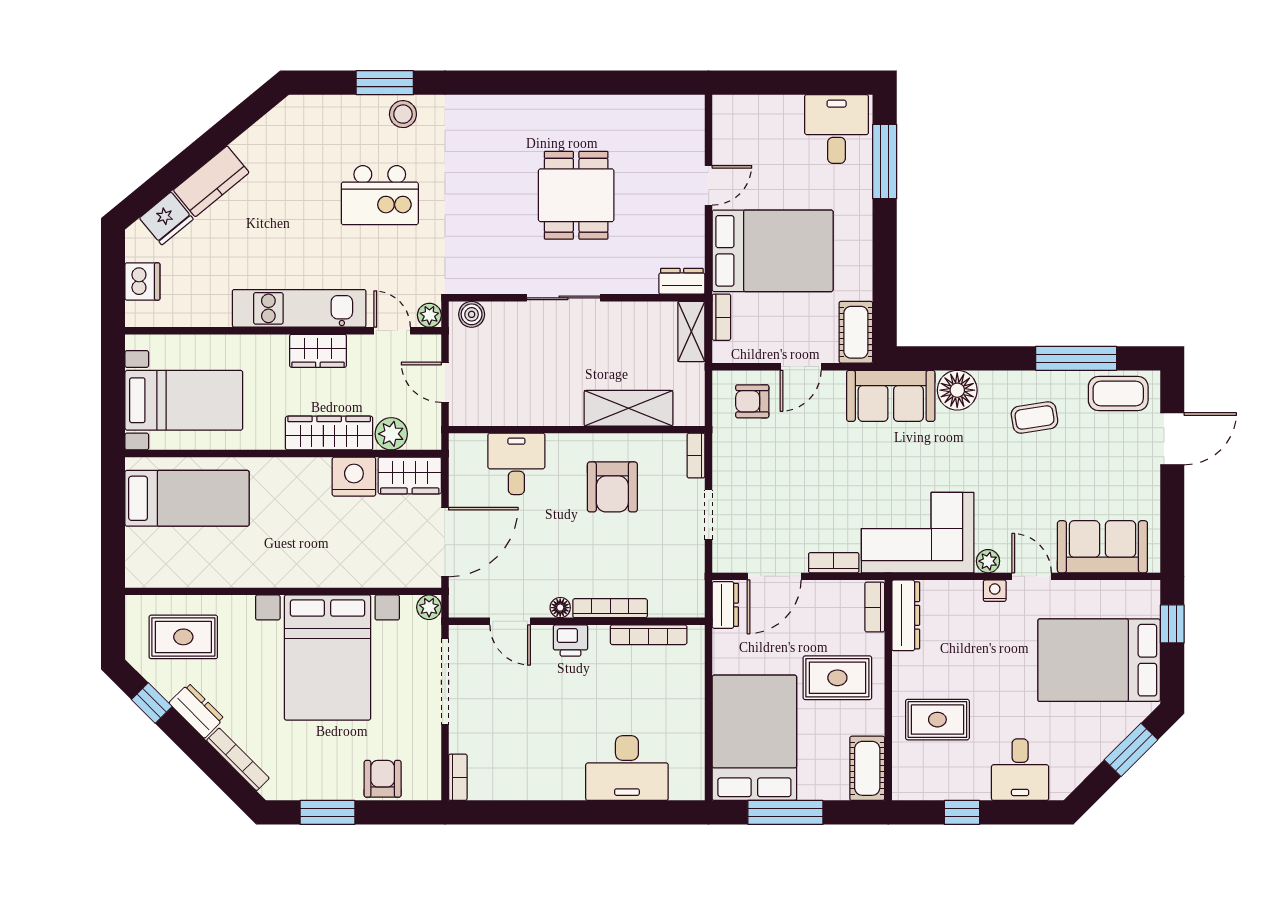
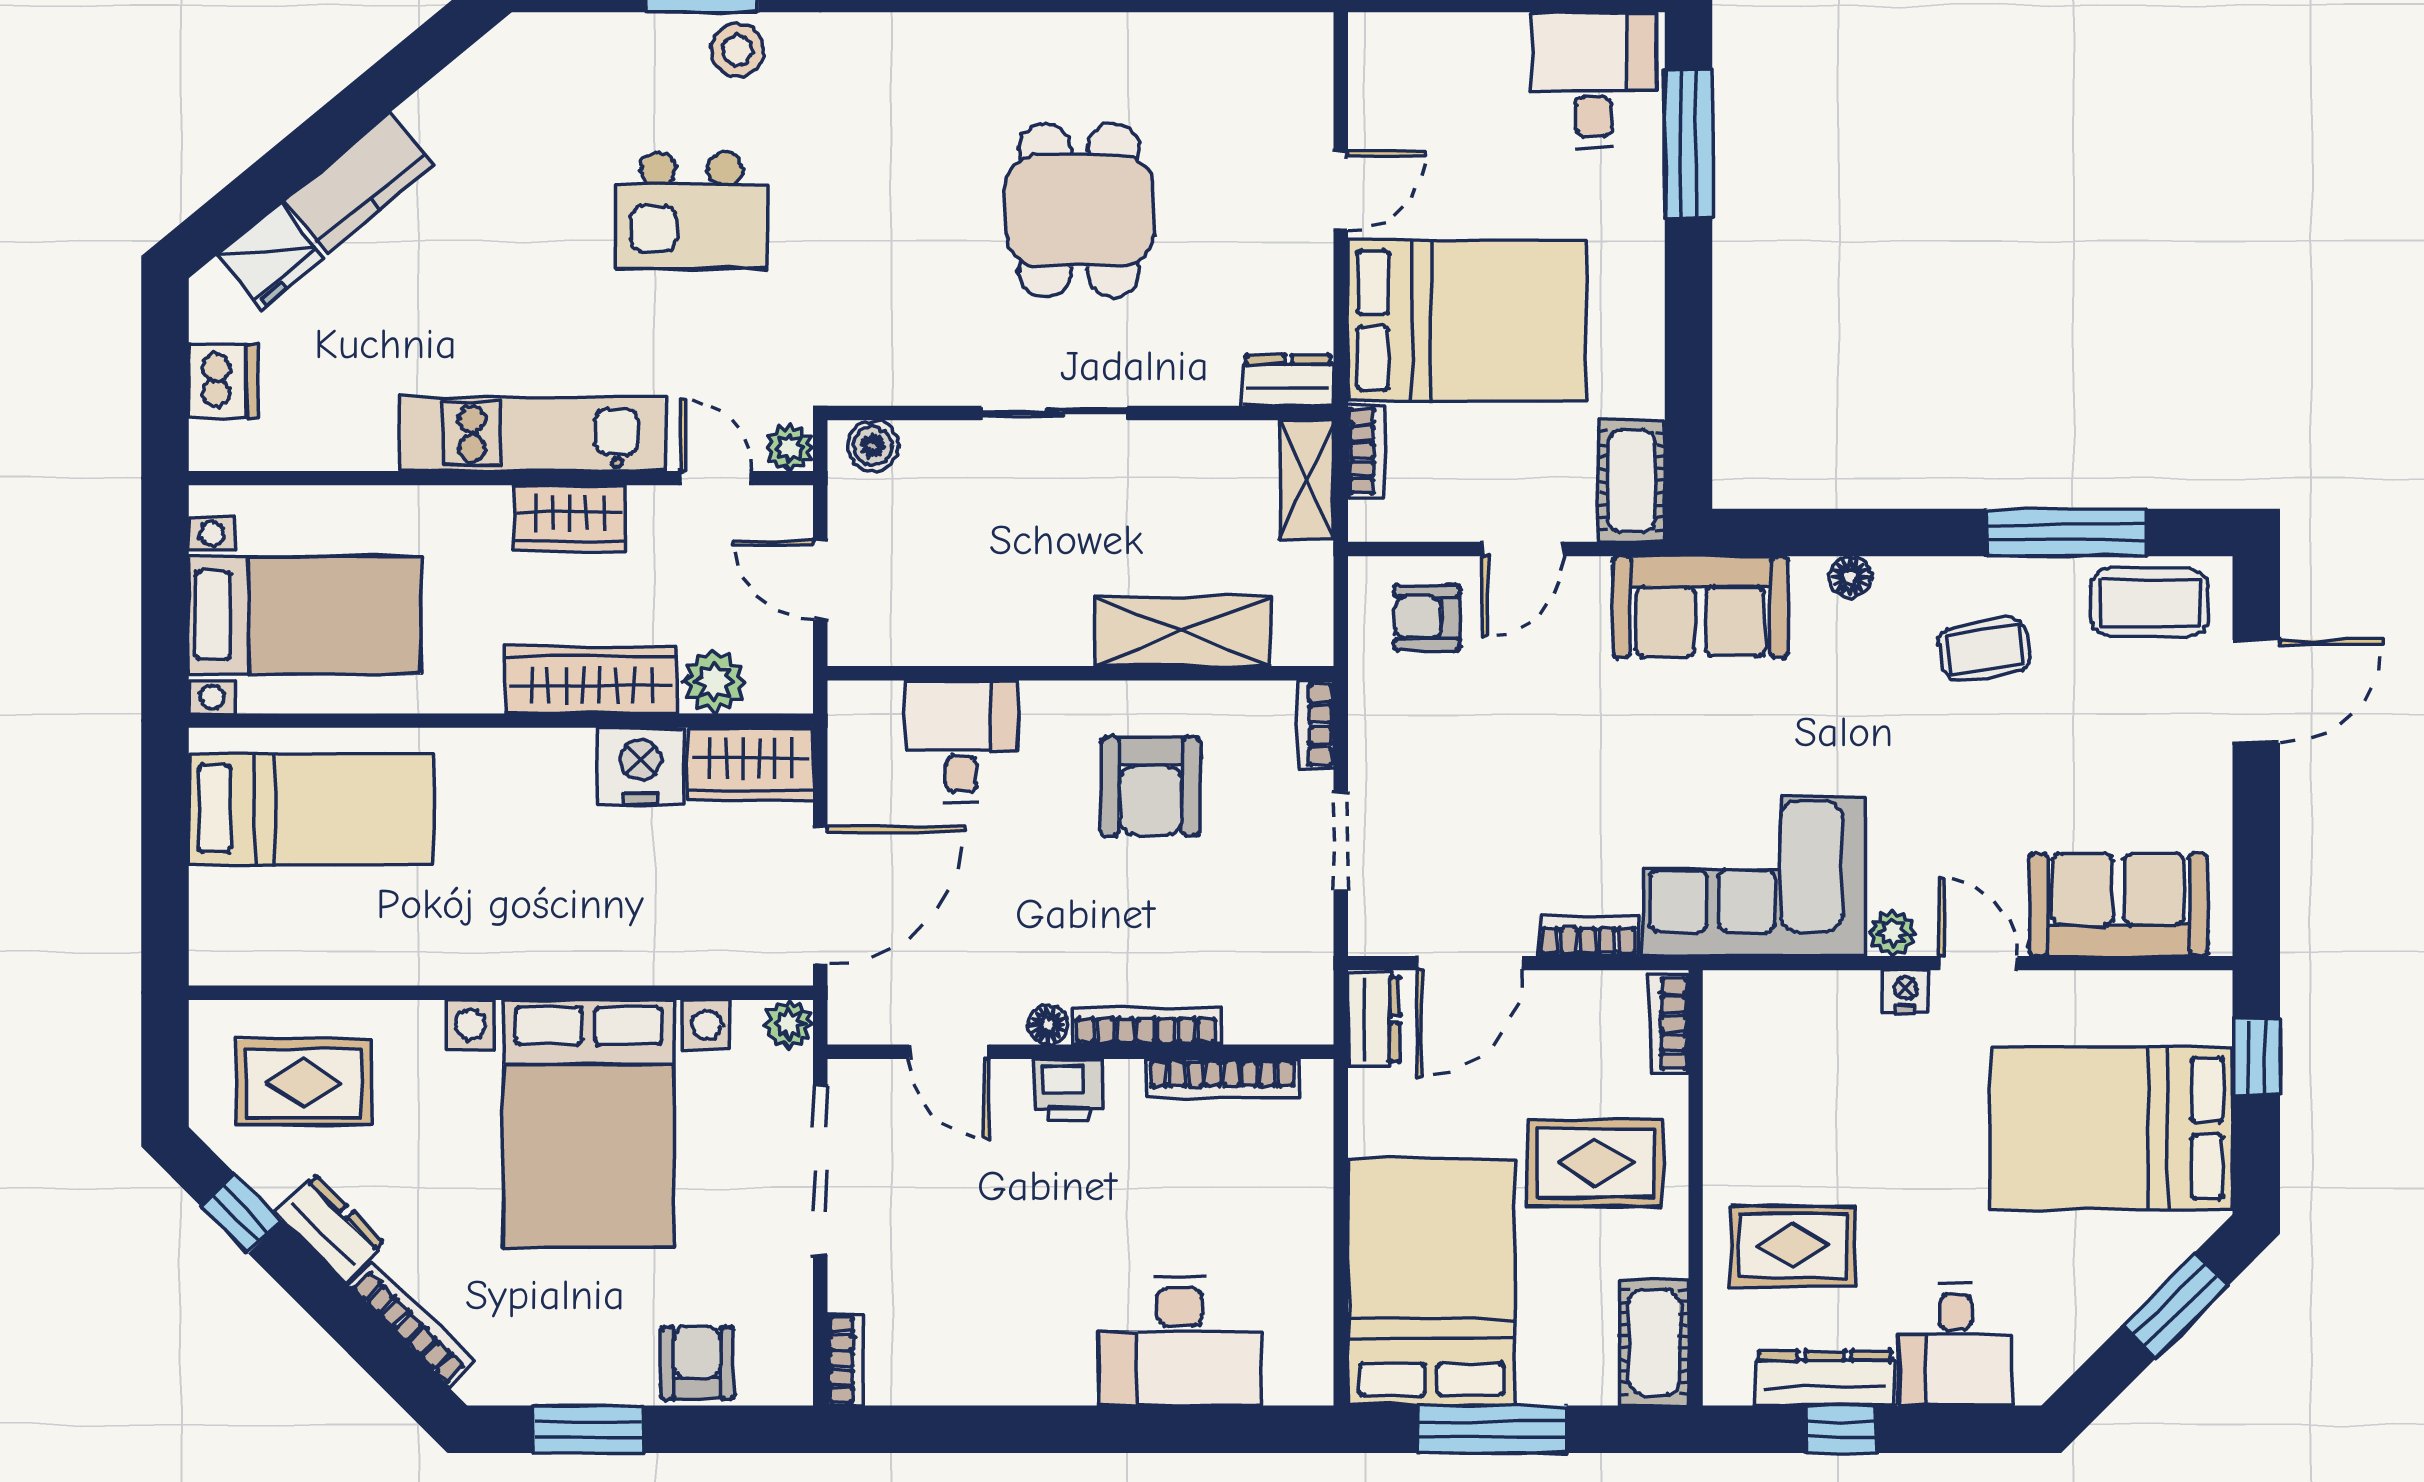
floor lamp: (957, 390) -> (1850, 577), width x0.53, depth x0.53
dresser: (906, 615) -> (1825, 1378), moved, turned -90

